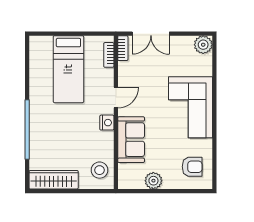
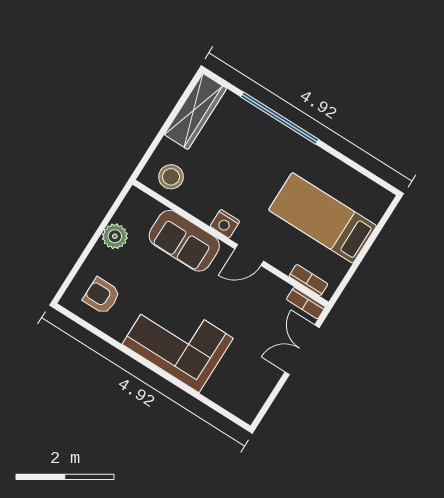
plant: (203, 45) -> (246, 407), removed
door: (116, 98) -> (249, 255), hinge flipped
armchair: (192, 167) -> (102, 296), turned 90

